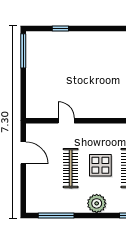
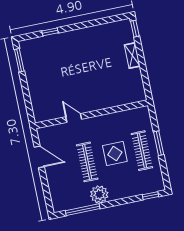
window: (23, 51) -> (19, 60), width x0.69
plant: (97, 203) -> (99, 194), moved

